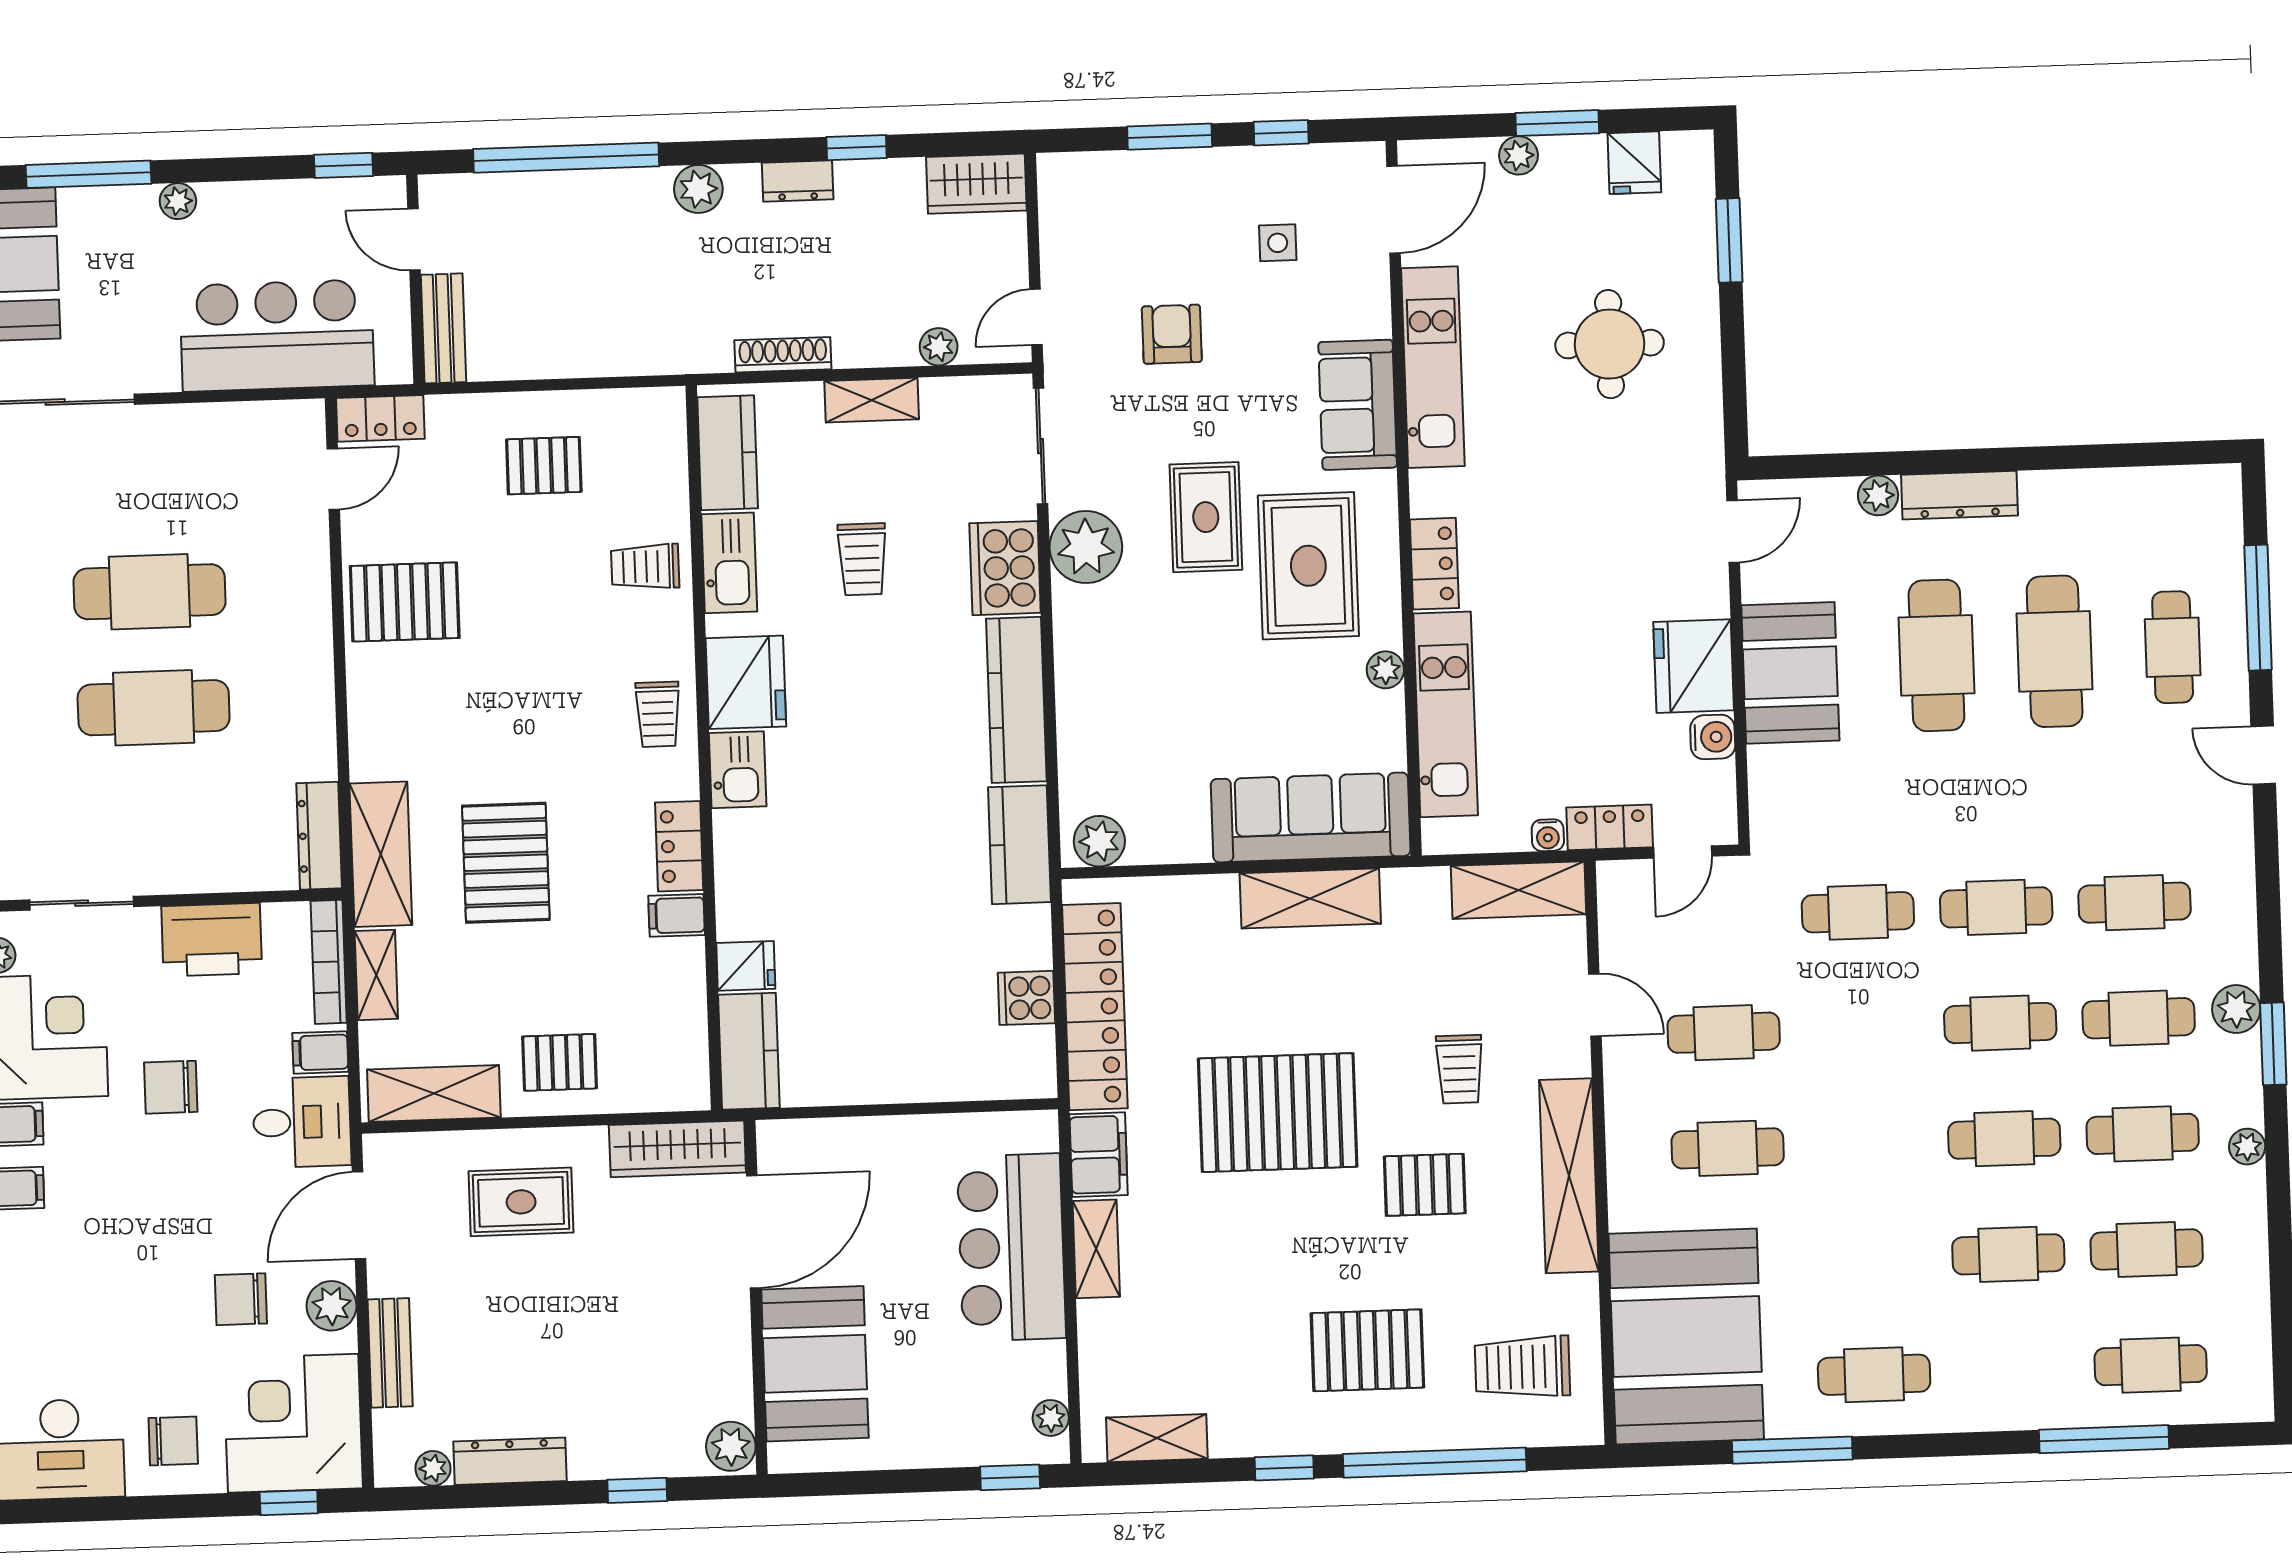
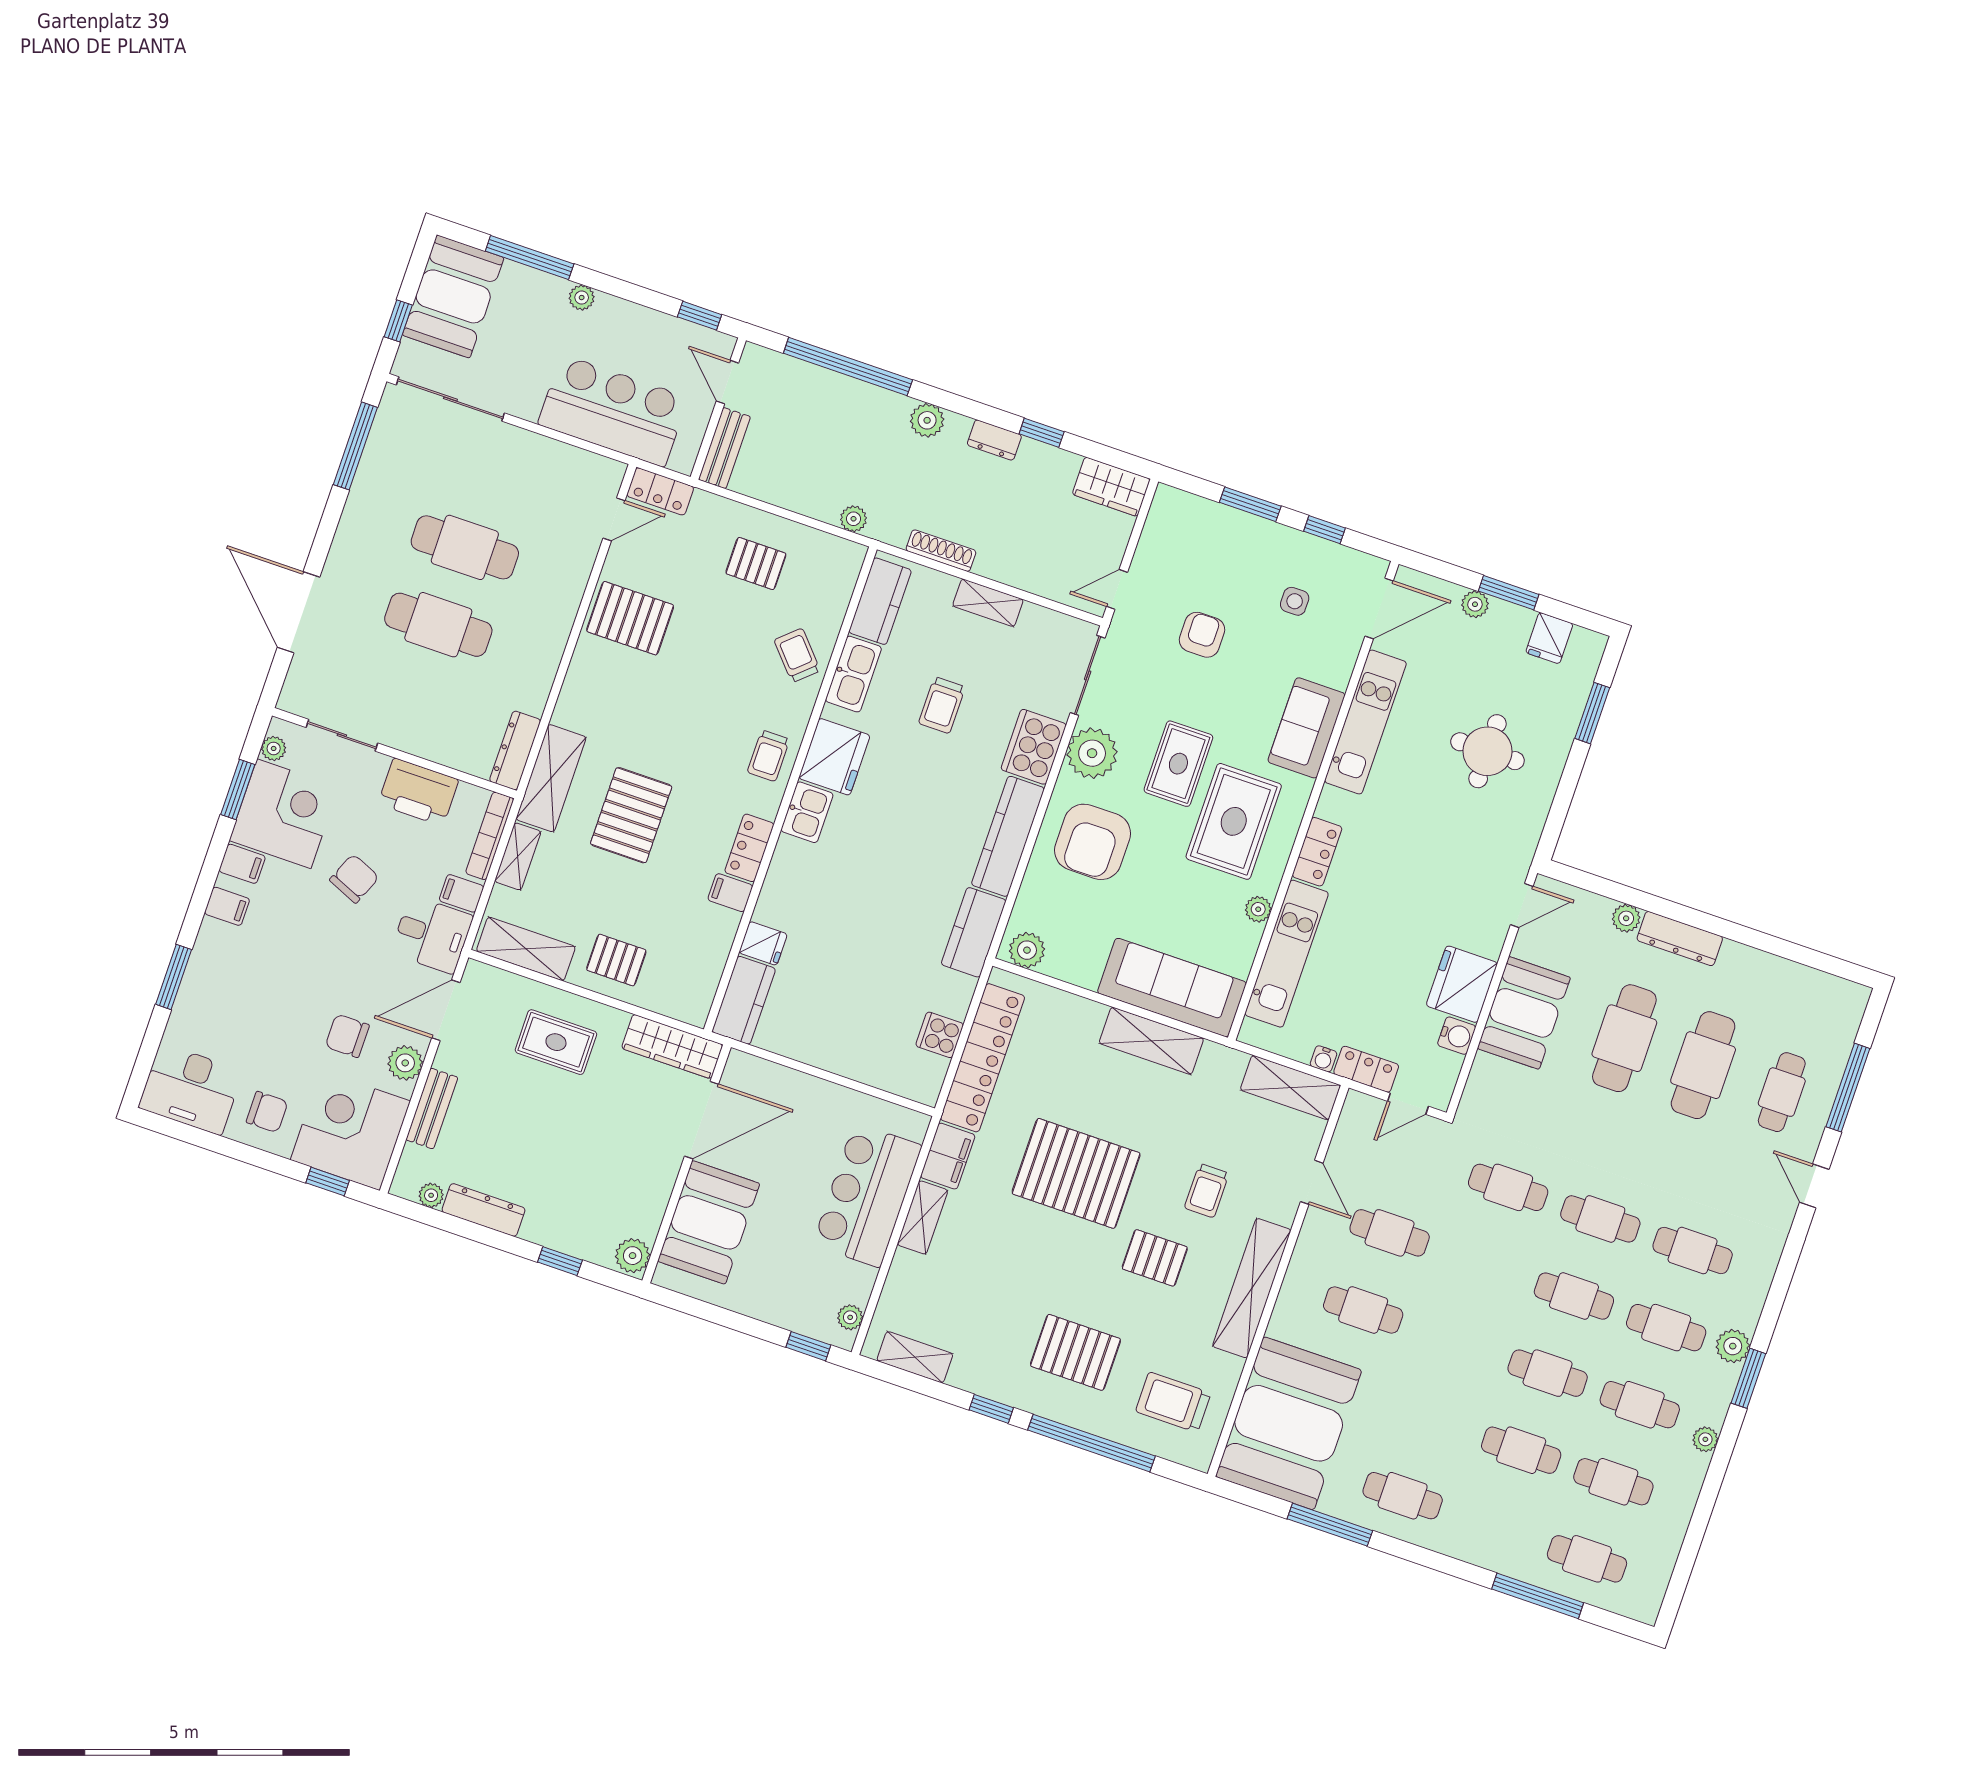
plant: (939, 347) -> (854, 519), moved
trolley: (645, 567) -> (797, 655), turned 48
armchair: (1131, 664) -> (1093, 842), added
chair: (171, 1087) -> (354, 879), turned 113

